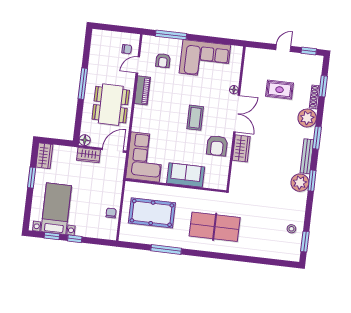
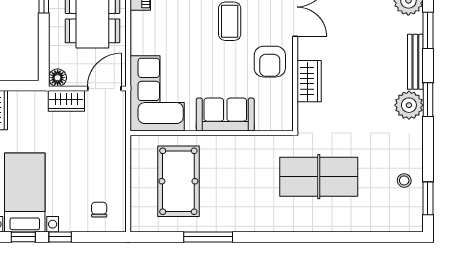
wardrobe: (241, 148) -> (309, 81), moved
chair: (111, 213) -> (99, 210), moved
pool table: (152, 213) -> (178, 181), turned 90
table tennis table: (215, 227) -> (319, 177), moved

